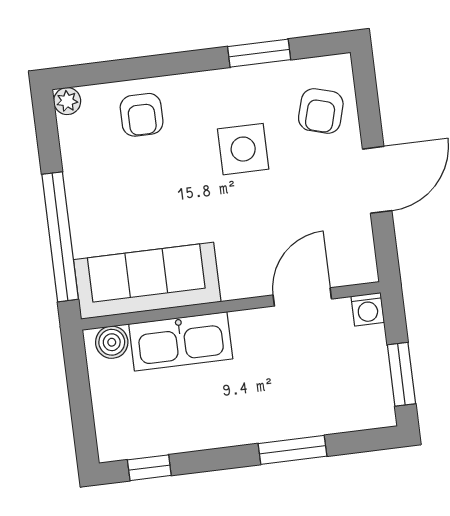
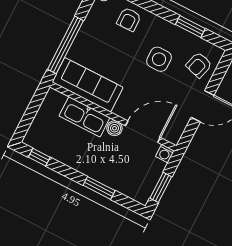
door: (302, 297) -> (143, 132), width x1.36
boiler: (112, 342) -> (115, 128), moved

